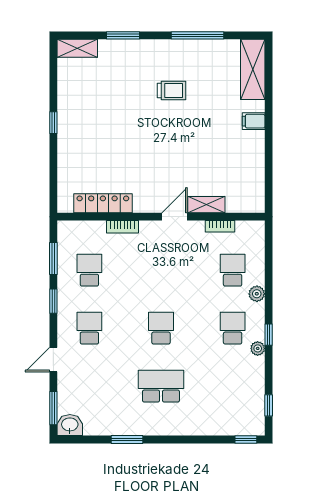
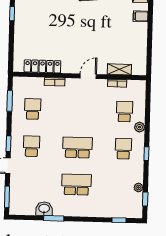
shelving: (206, 205) -> (119, 69), moved
window: (53, 301) -> (8, 144), moved
school desk: (161, 328) -> (77, 147), width x1.85
plant: (258, 348) -> (138, 187), moved
washbasin: (70, 425) -> (44, 209), moved
window: (246, 439) -> (119, 220), moved

